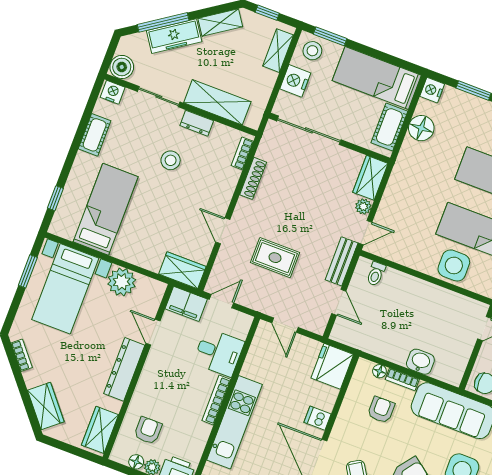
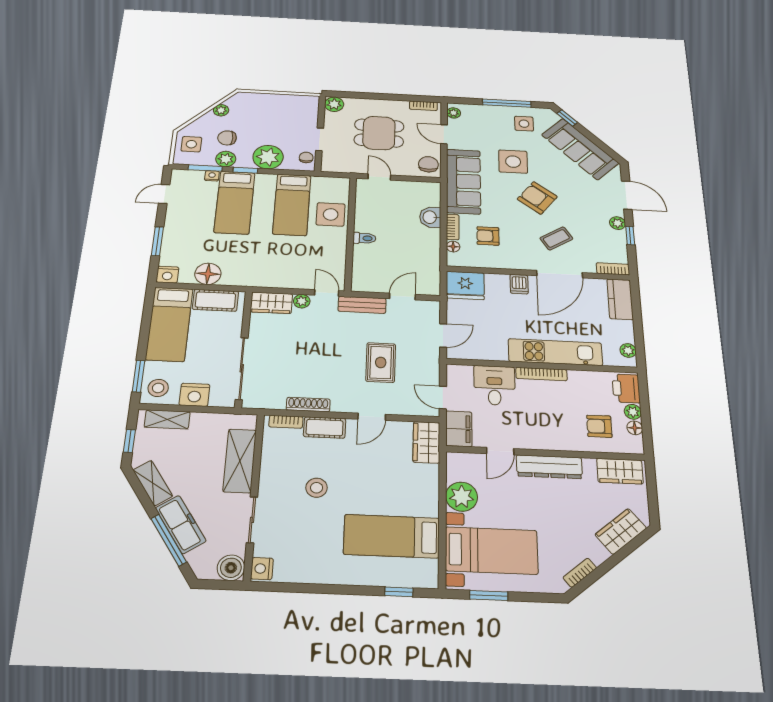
dresser: (197, 123) -> (268, 474), removed
cot: (95, 135) -> (325, 428), moved
toilet: (376, 274) -> (364, 238), moved

